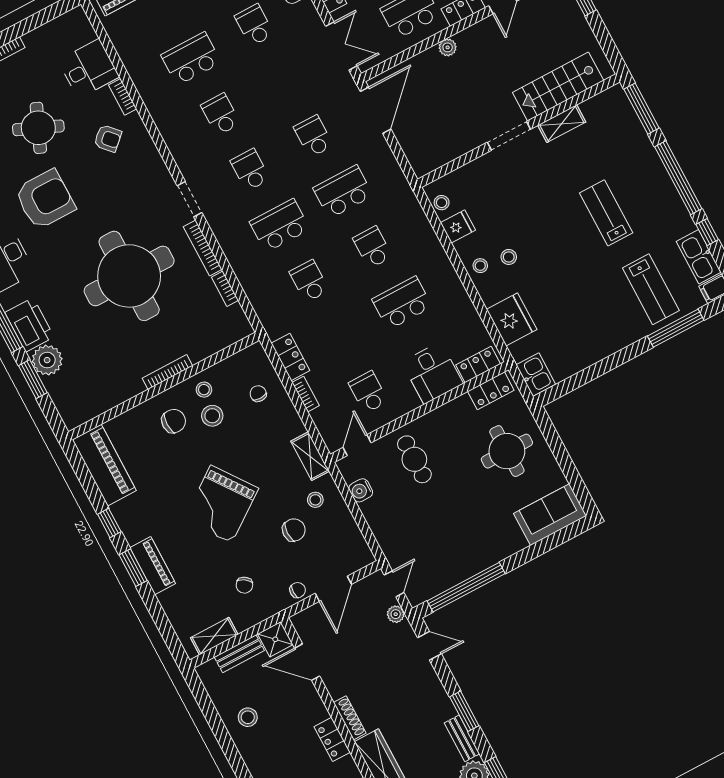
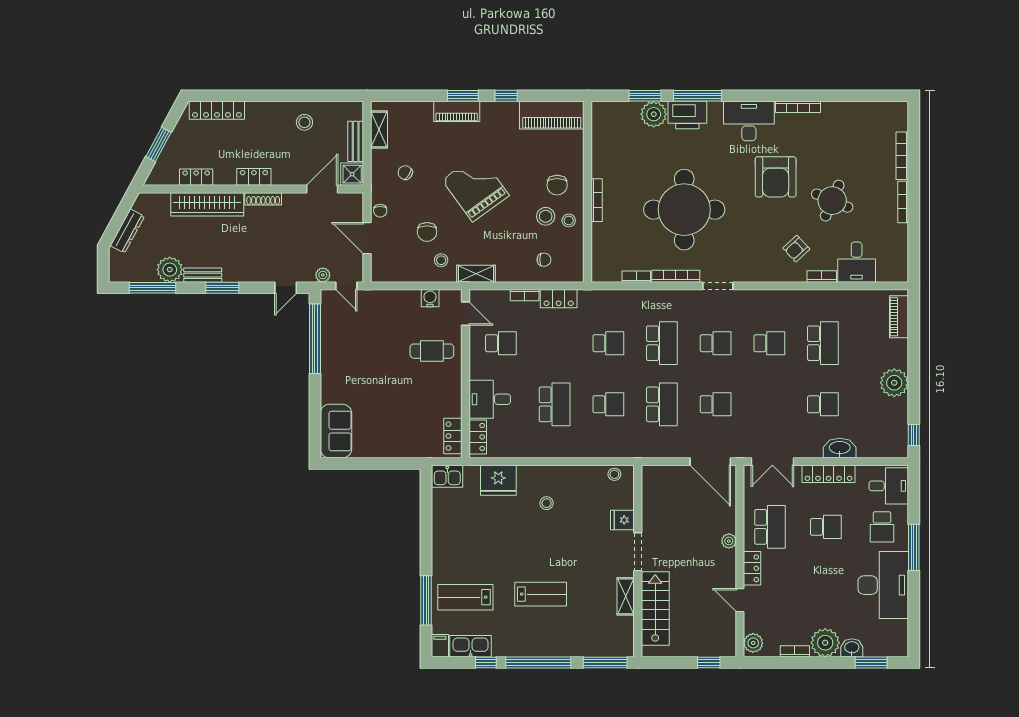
fridge: (458, 226) -> (622, 520), moved, turned 90
stool: (480, 266) -> (551, 478), removed
round table: (507, 451) -> (401, 424), removed

